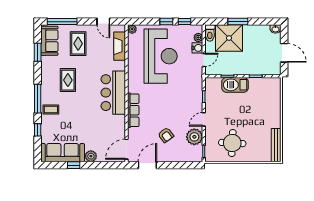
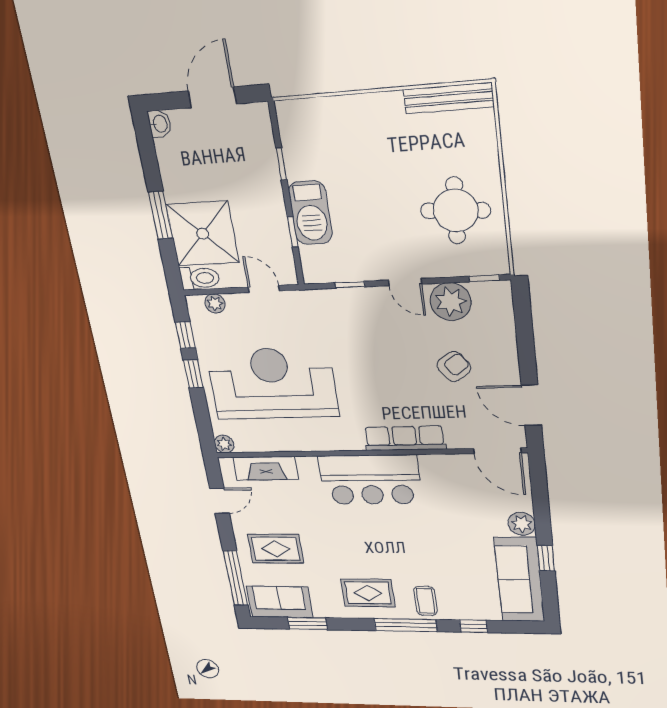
water cooler: (197, 48) -> (239, 304), removed
rug: (68, 80) -> (368, 593), moved

